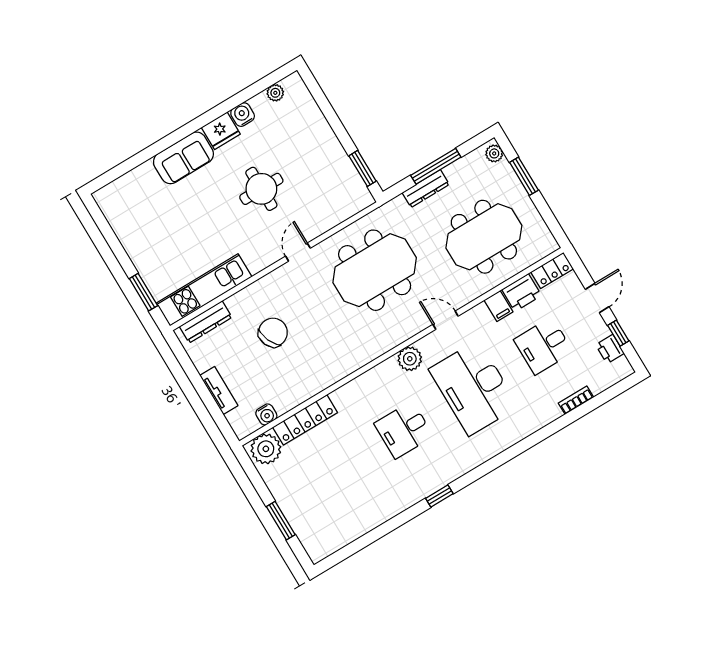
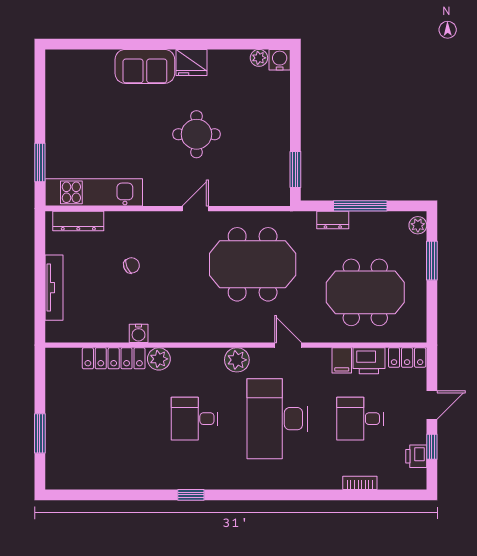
water cooler: (243, 115) -> (280, 60), moved
dresser: (426, 189) -> (333, 220), width x0.70
chair: (273, 332) -> (131, 265), width x0.54, depth x0.54
tv unit: (219, 390) -> (54, 288), width x1.41
water cooler: (266, 414) -> (139, 333), moved
plant: (266, 449) -> (159, 359), moved, width x0.73, depth x0.73

